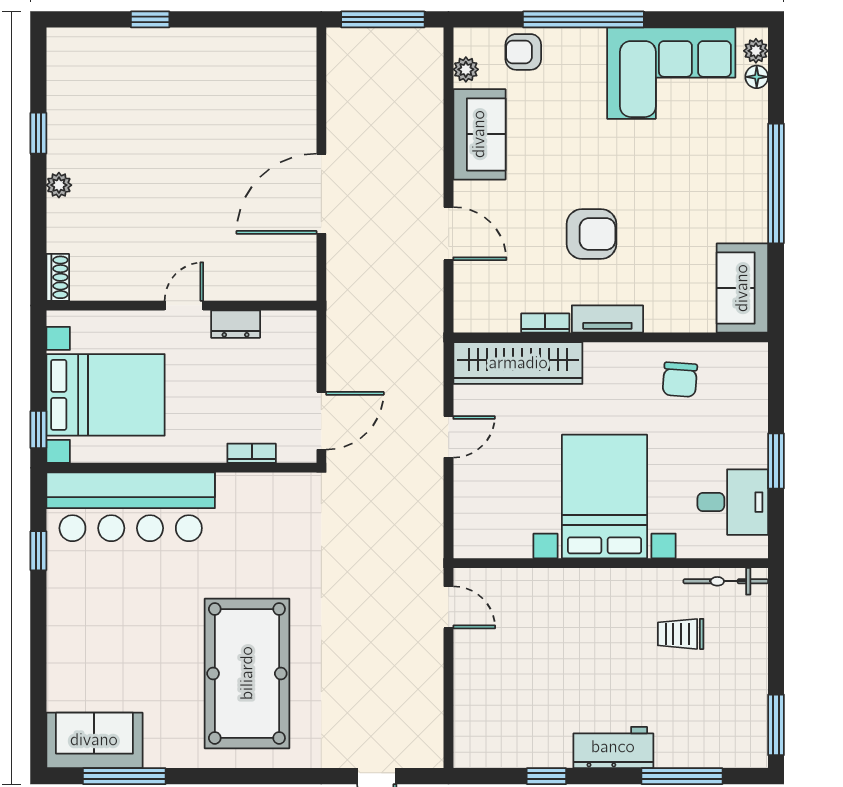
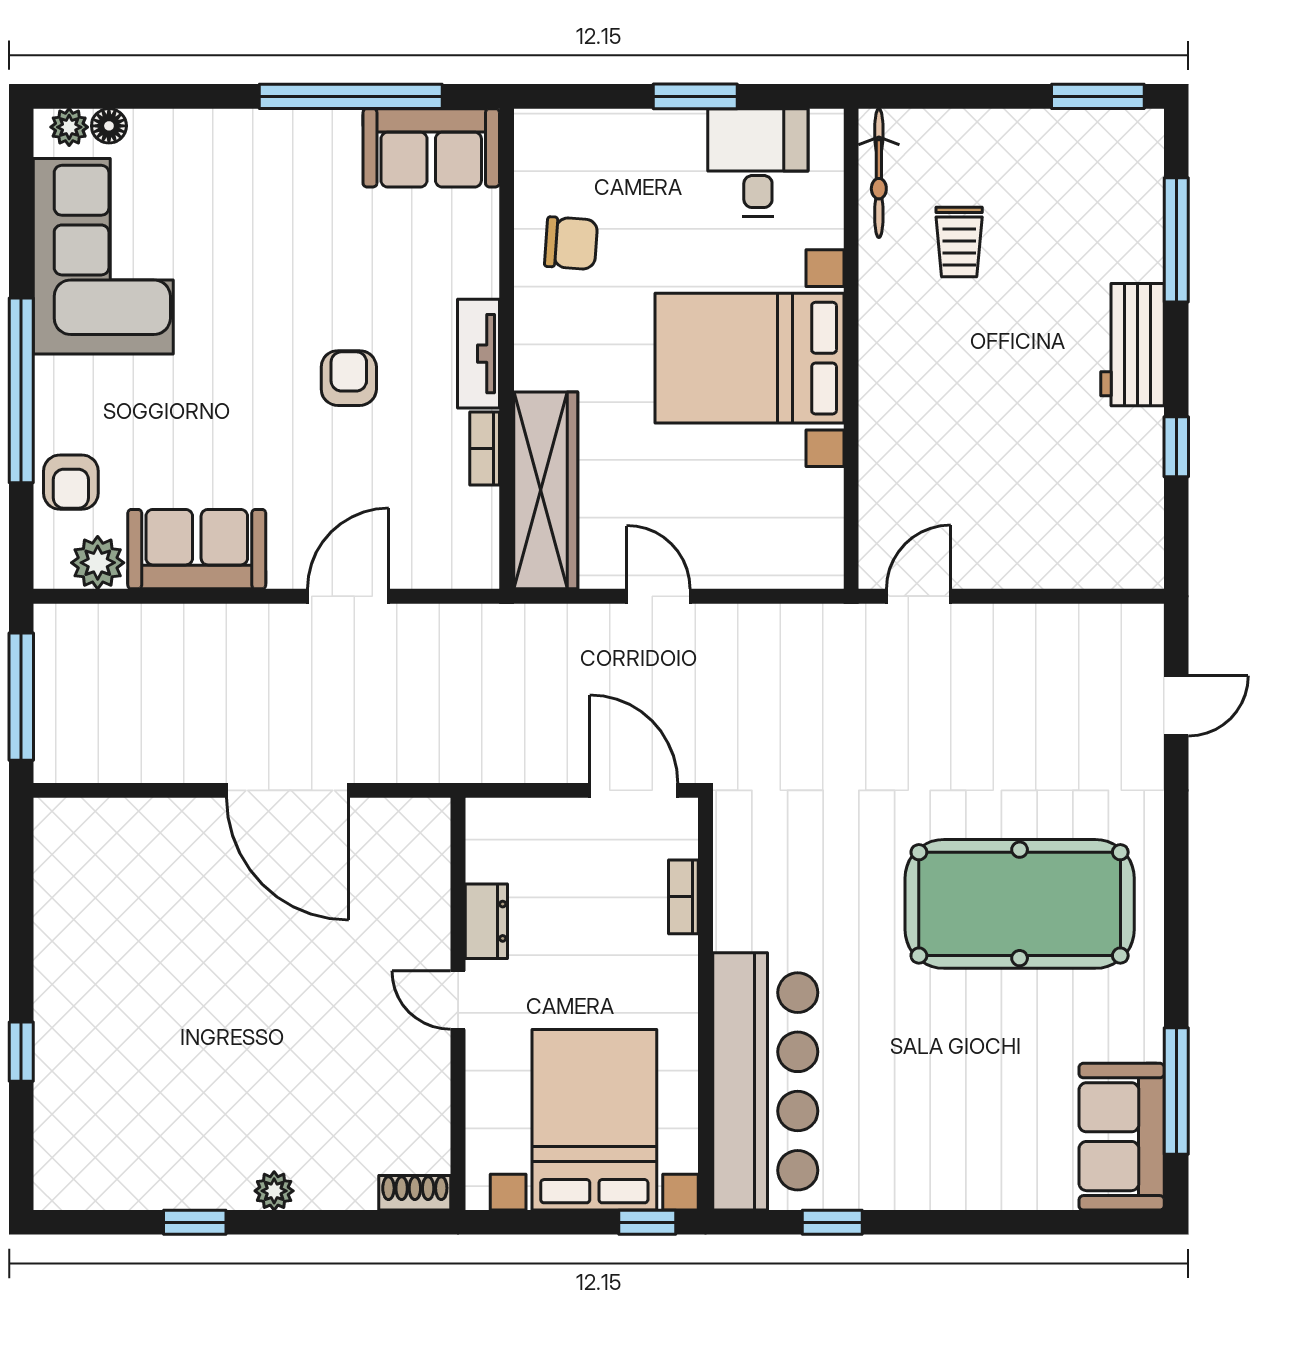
plant: (466, 69) -> (98, 563), width x1.38, depth x1.38
window: (776, 183) -> (351, 96), moved
armchair: (591, 234) -> (349, 378), width x0.72, depth x0.72

